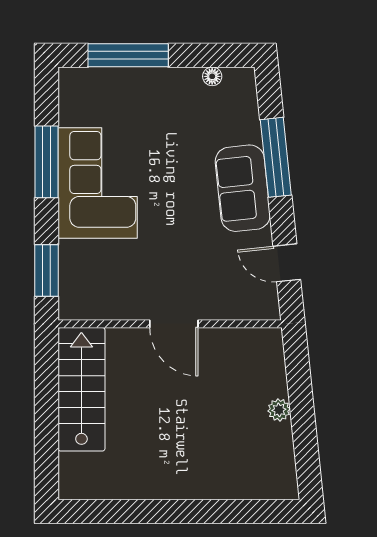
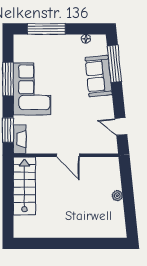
window: (276, 157) -> (114, 64), moved
sofa: (243, 188) -> (99, 76), moved
fireplace: (71, 290) -> (20, 139), added

